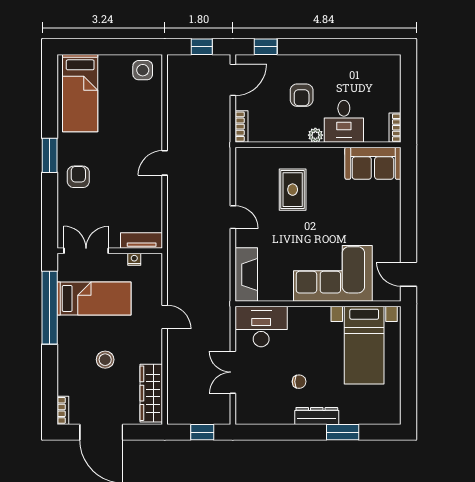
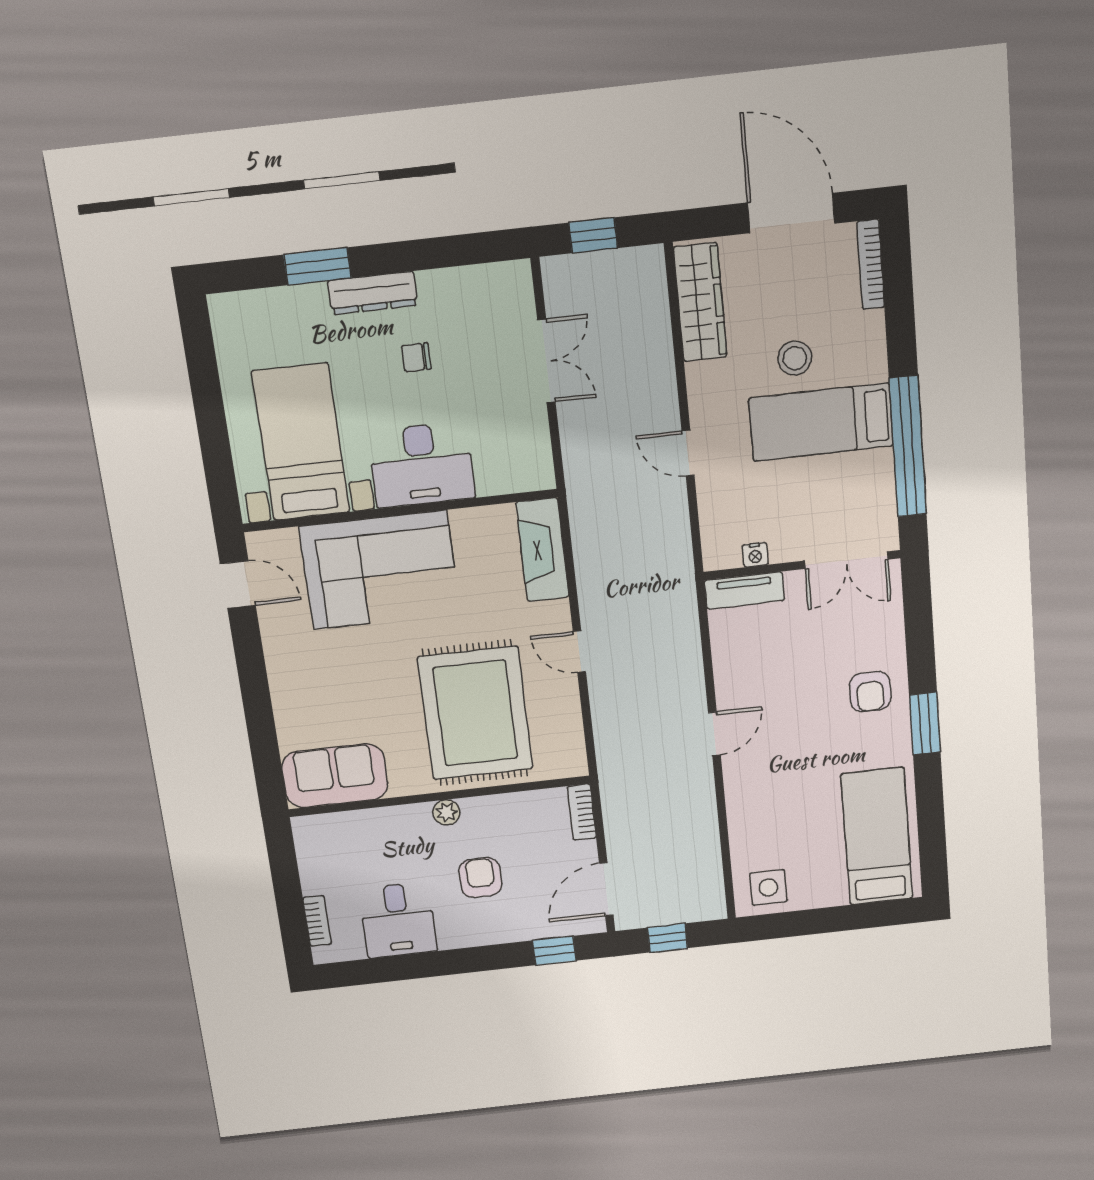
desk: (344, 121) -> (398, 920), moved, turned 180
bookcase: (395, 128) -> (317, 921), moved
rug: (293, 190) -> (475, 713), width x1.86, depth x2.06
bed: (94, 298) -> (821, 422), moved
desk: (261, 326) -> (422, 465), moved
bookcase: (63, 410) -> (871, 264), width x1.56

